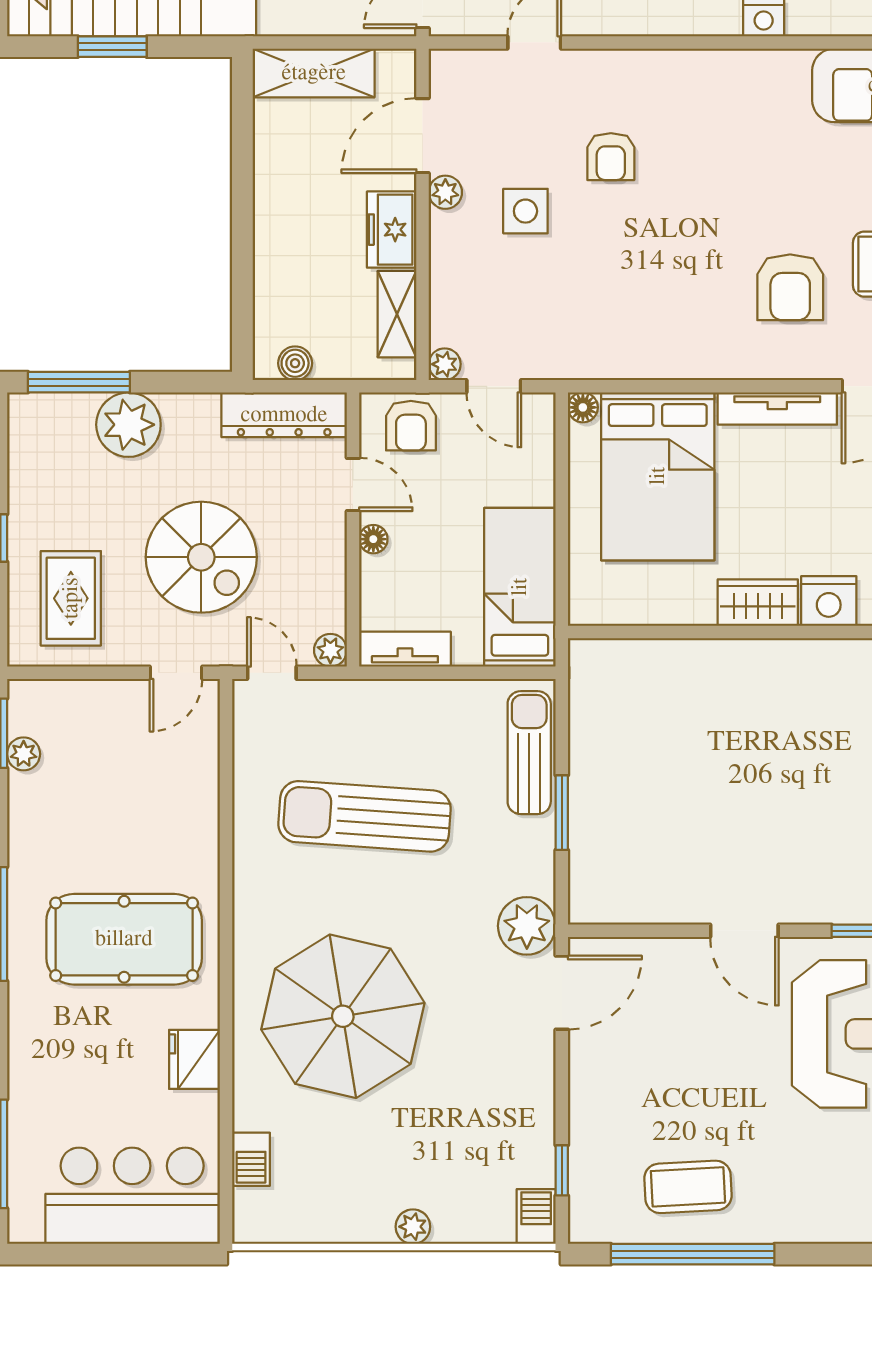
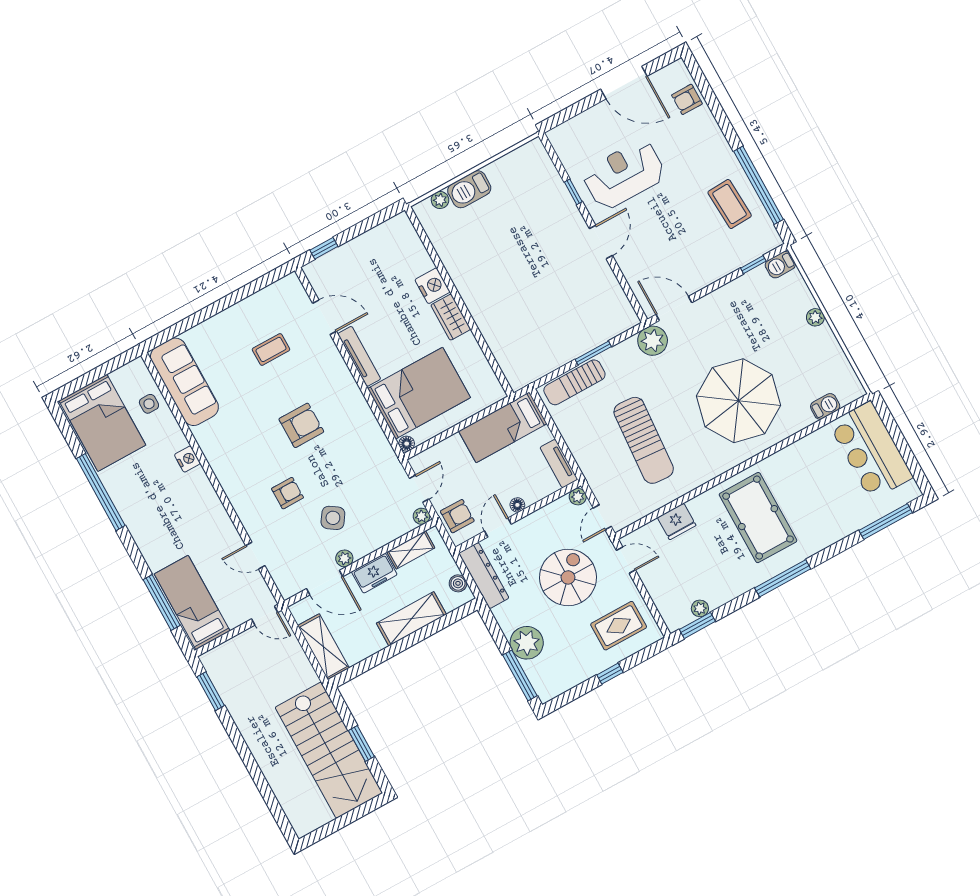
side table: (525, 211) -> (333, 518), turned 34
shelving: (278, 250) -> (411, 619), added
armchair: (790, 287) -> (301, 425), moved
fridge: (194, 1059) -> (677, 521), moved

